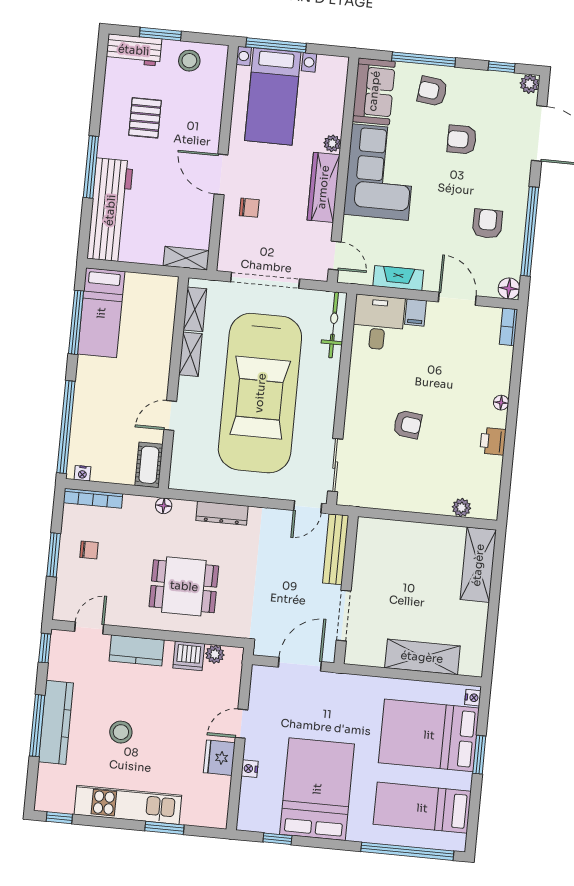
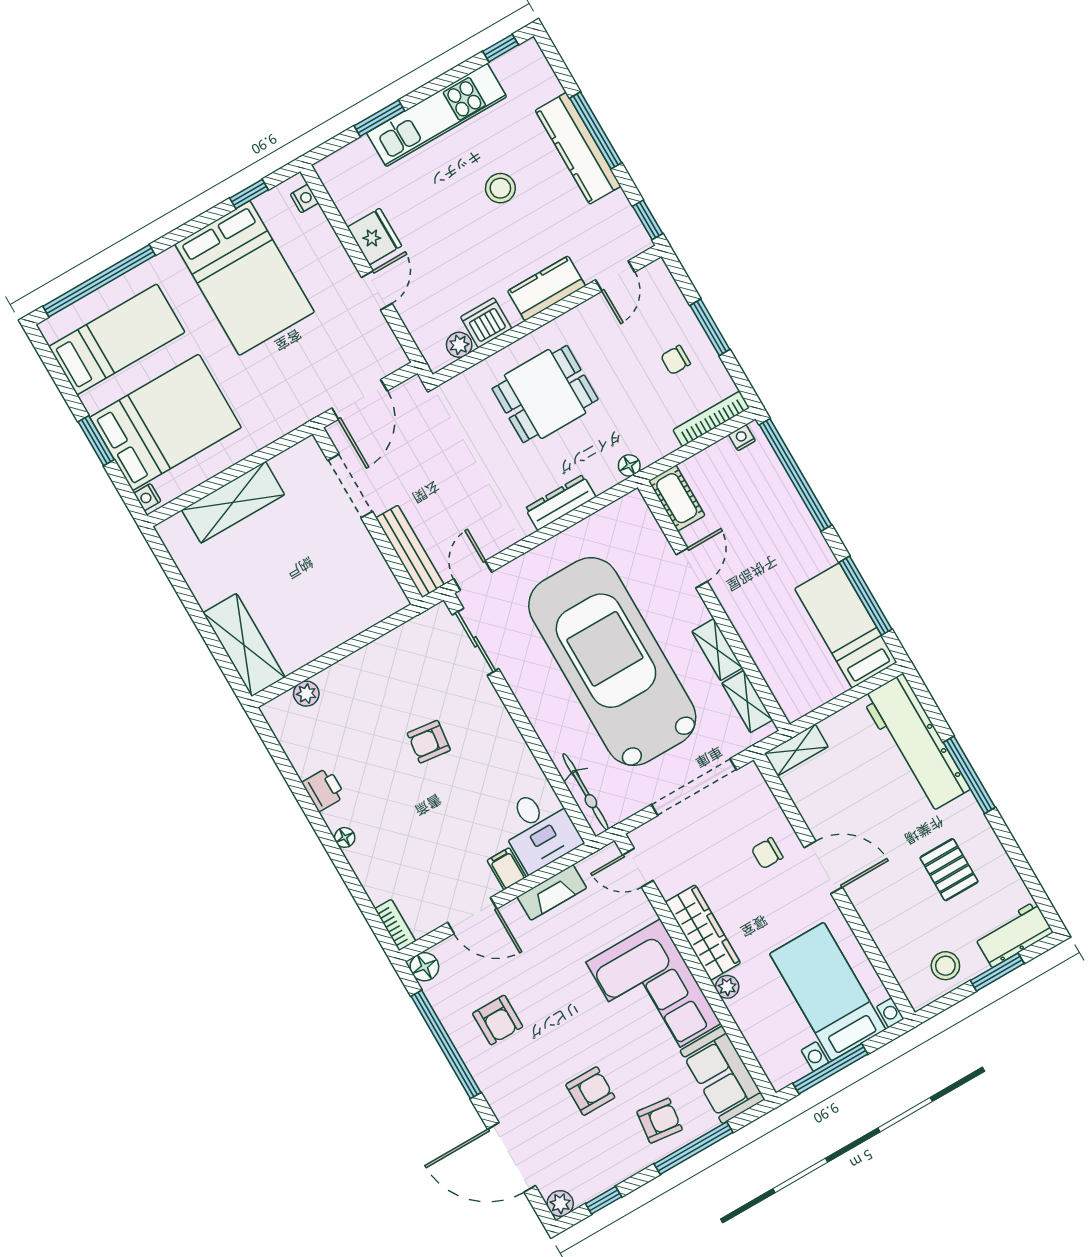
window: (276, 45) -> (830, 1069), moved
nightstand: (250, 769) -> (304, 198), moved

